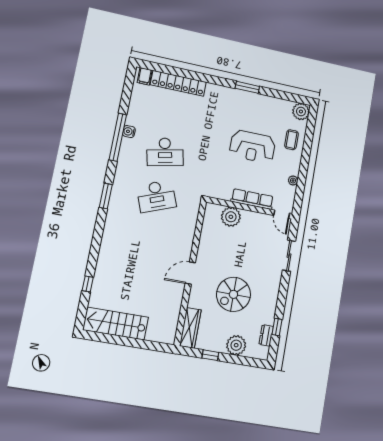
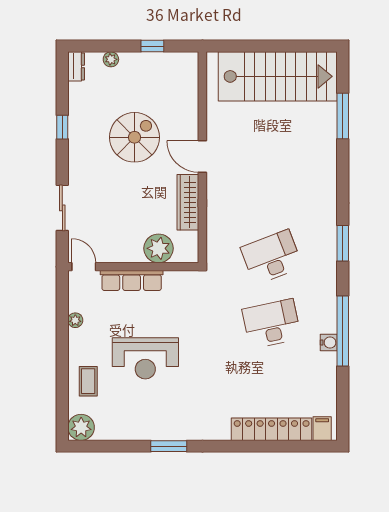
reception desk: (252, 147) -> (145, 358), turned 180
door: (190, 273) -> (202, 157), swing flipped
window: (88, 284) -> (343, 116), width x2.17
stairs: (116, 324) -> (278, 76), width x1.36, depth x1.51
window: (277, 327) -> (62, 127), moved
wardrobe: (190, 328) -> (188, 202), moved
dresser: (266, 335) -> (76, 66), moved
plant: (236, 345) -> (111, 59), width x0.53, depth x0.53

